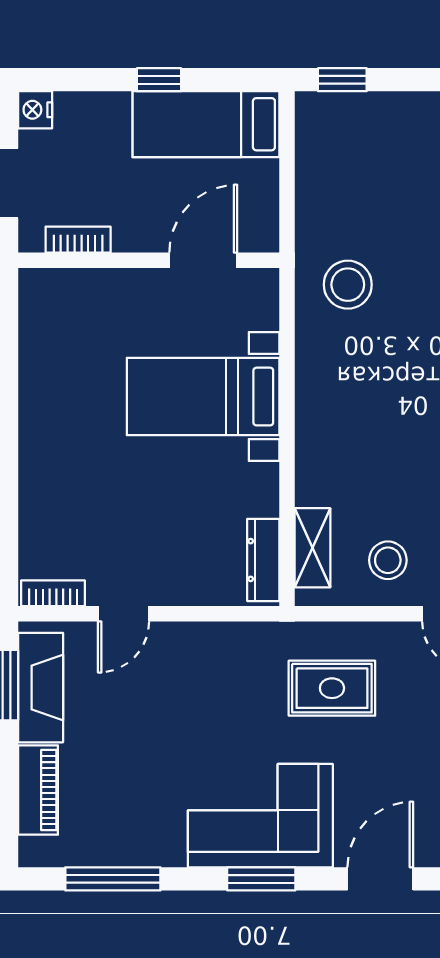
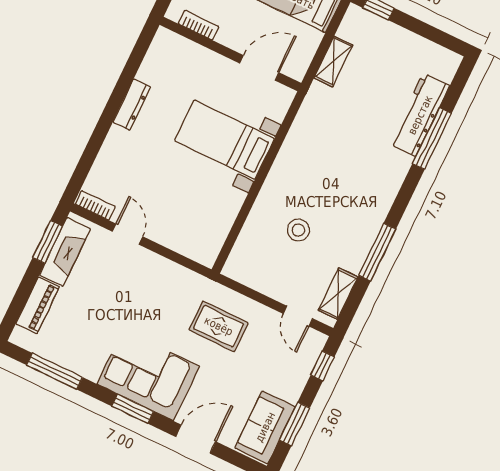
stool: (348, 285) -> (329, 117), removed
shelving: (313, 548) -> (333, 62), moved
dresser: (263, 560) -> (132, 105), moved, turned 180
stool: (388, 560) -> (298, 230), moved
door: (124, 614) -> (127, 234), swing flipped

